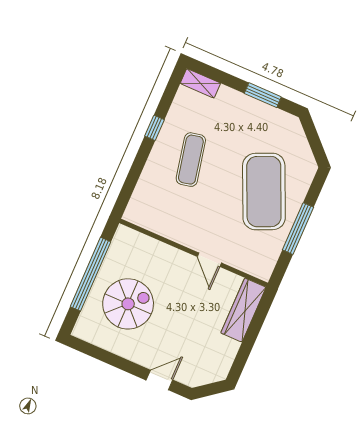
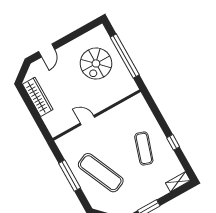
exercise mat: (191, 160) -> (144, 148), turned 30
exercise mat: (264, 192) -> (101, 173), width x0.68
wardrobe: (243, 310) -> (38, 97), moved

